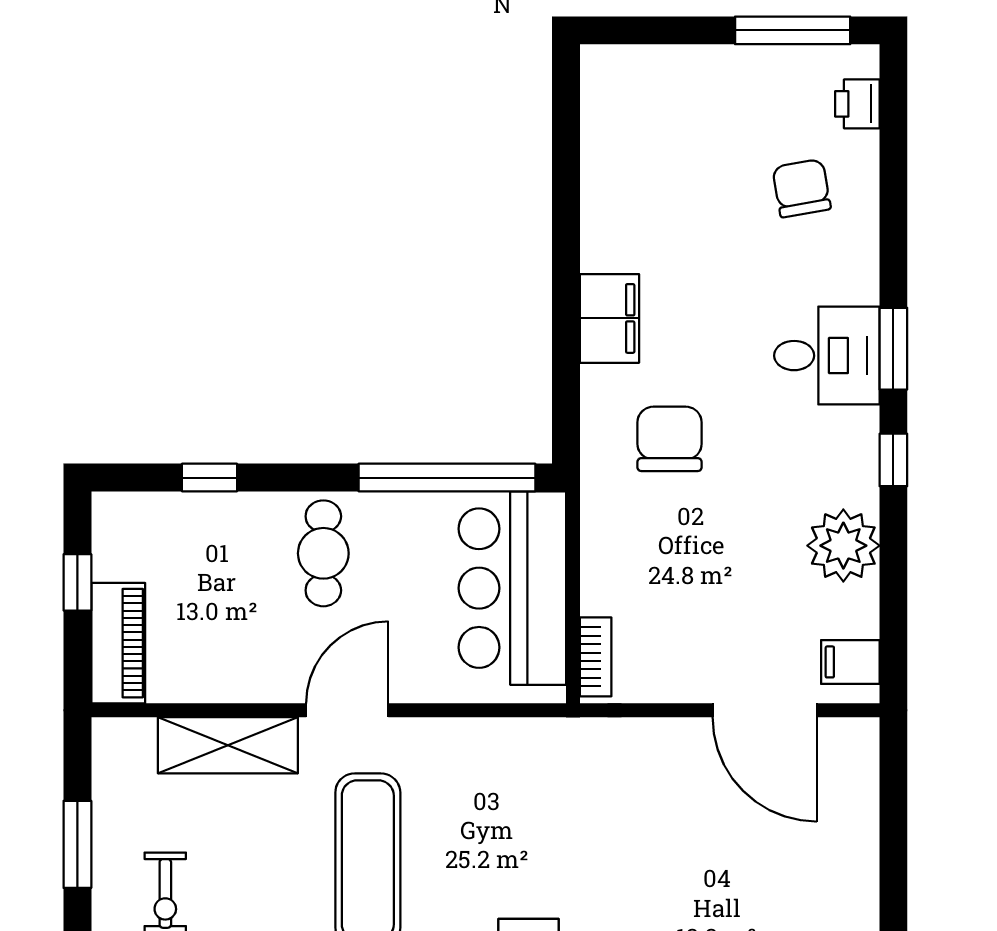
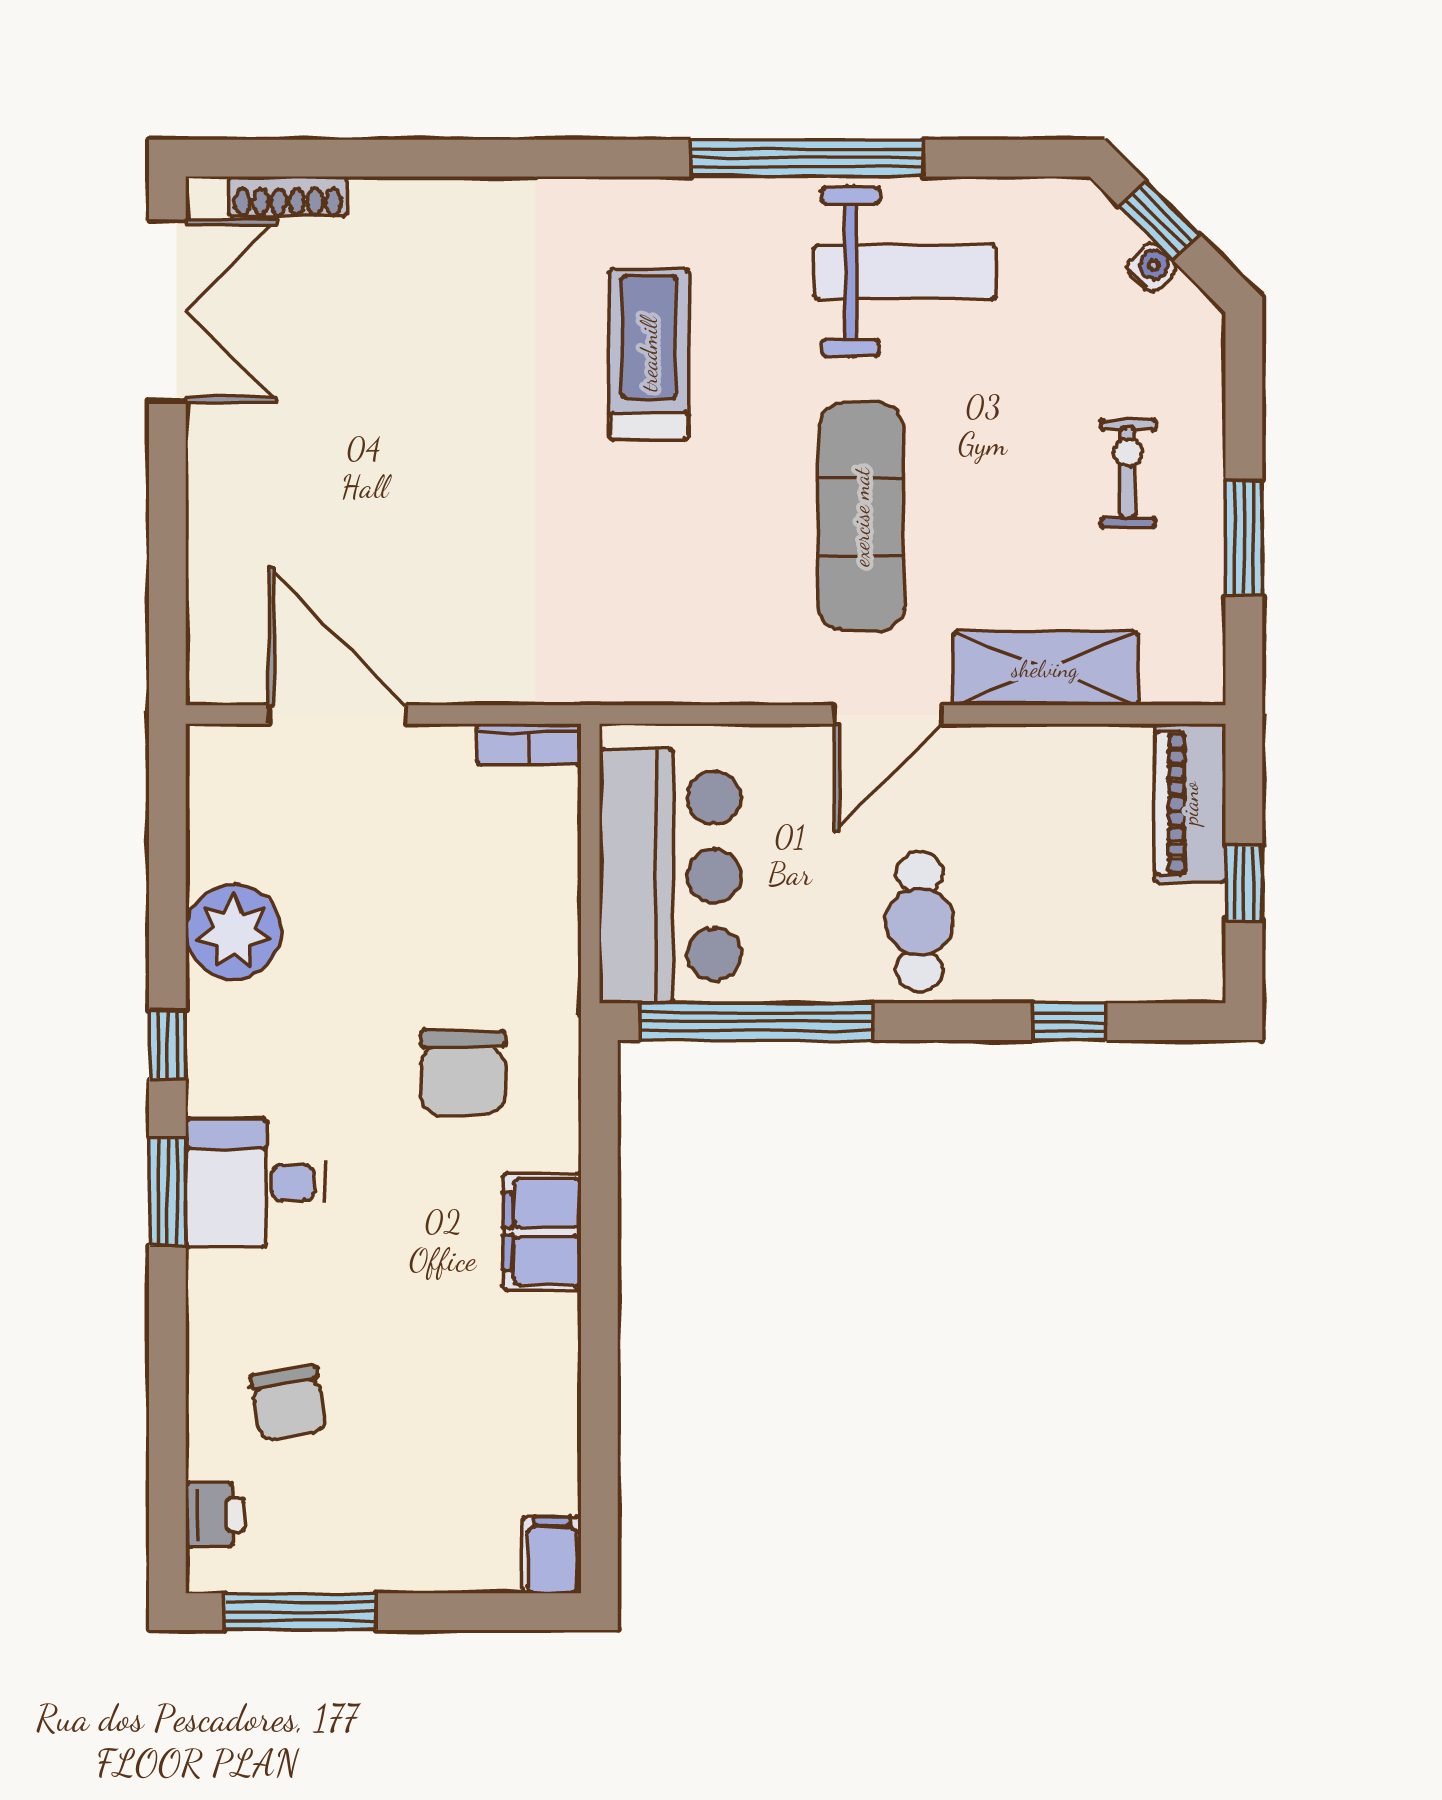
bookcase: (596, 657) -> (529, 745), moved, turned -90
filing cabinet: (850, 662) -> (552, 1555), moved, turned -90

